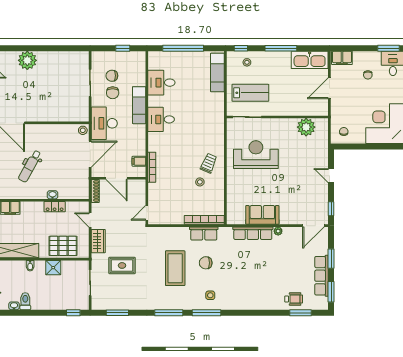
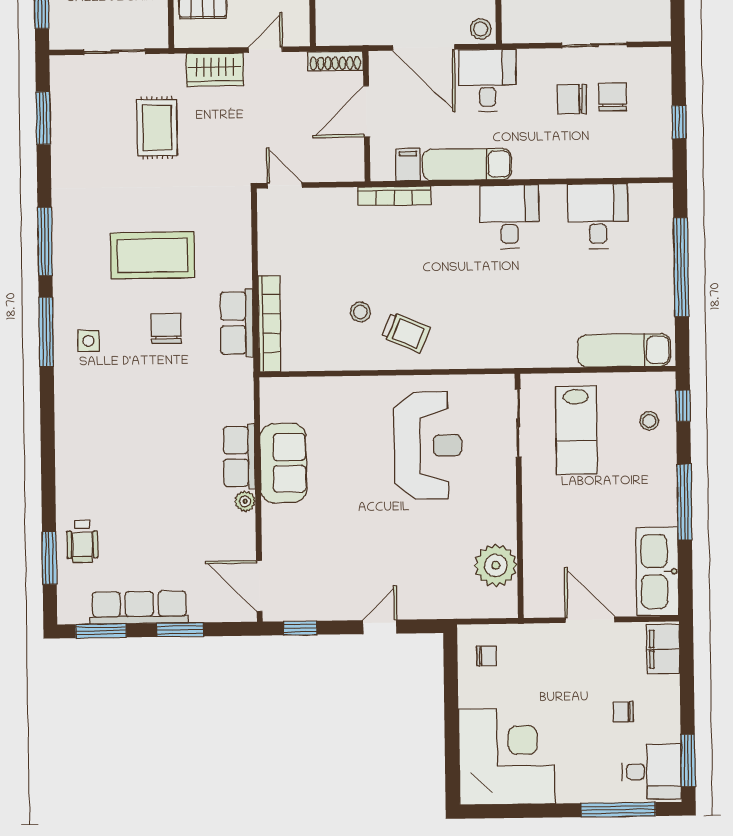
exam couch: (139, 105) -> (467, 164), moved
desk: (104, 123) -> (487, 80), width x0.73
row of seats: (253, 233) -> (239, 456), width x0.68

